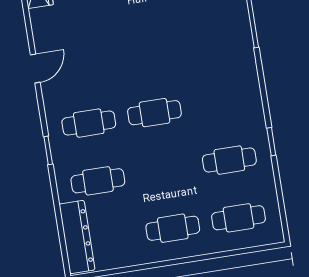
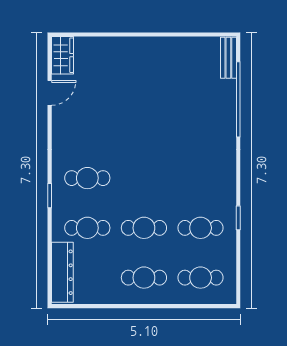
door: (35, 69) -> (50, 93), moved
cafe table: (154, 113) -> (144, 228), moved

